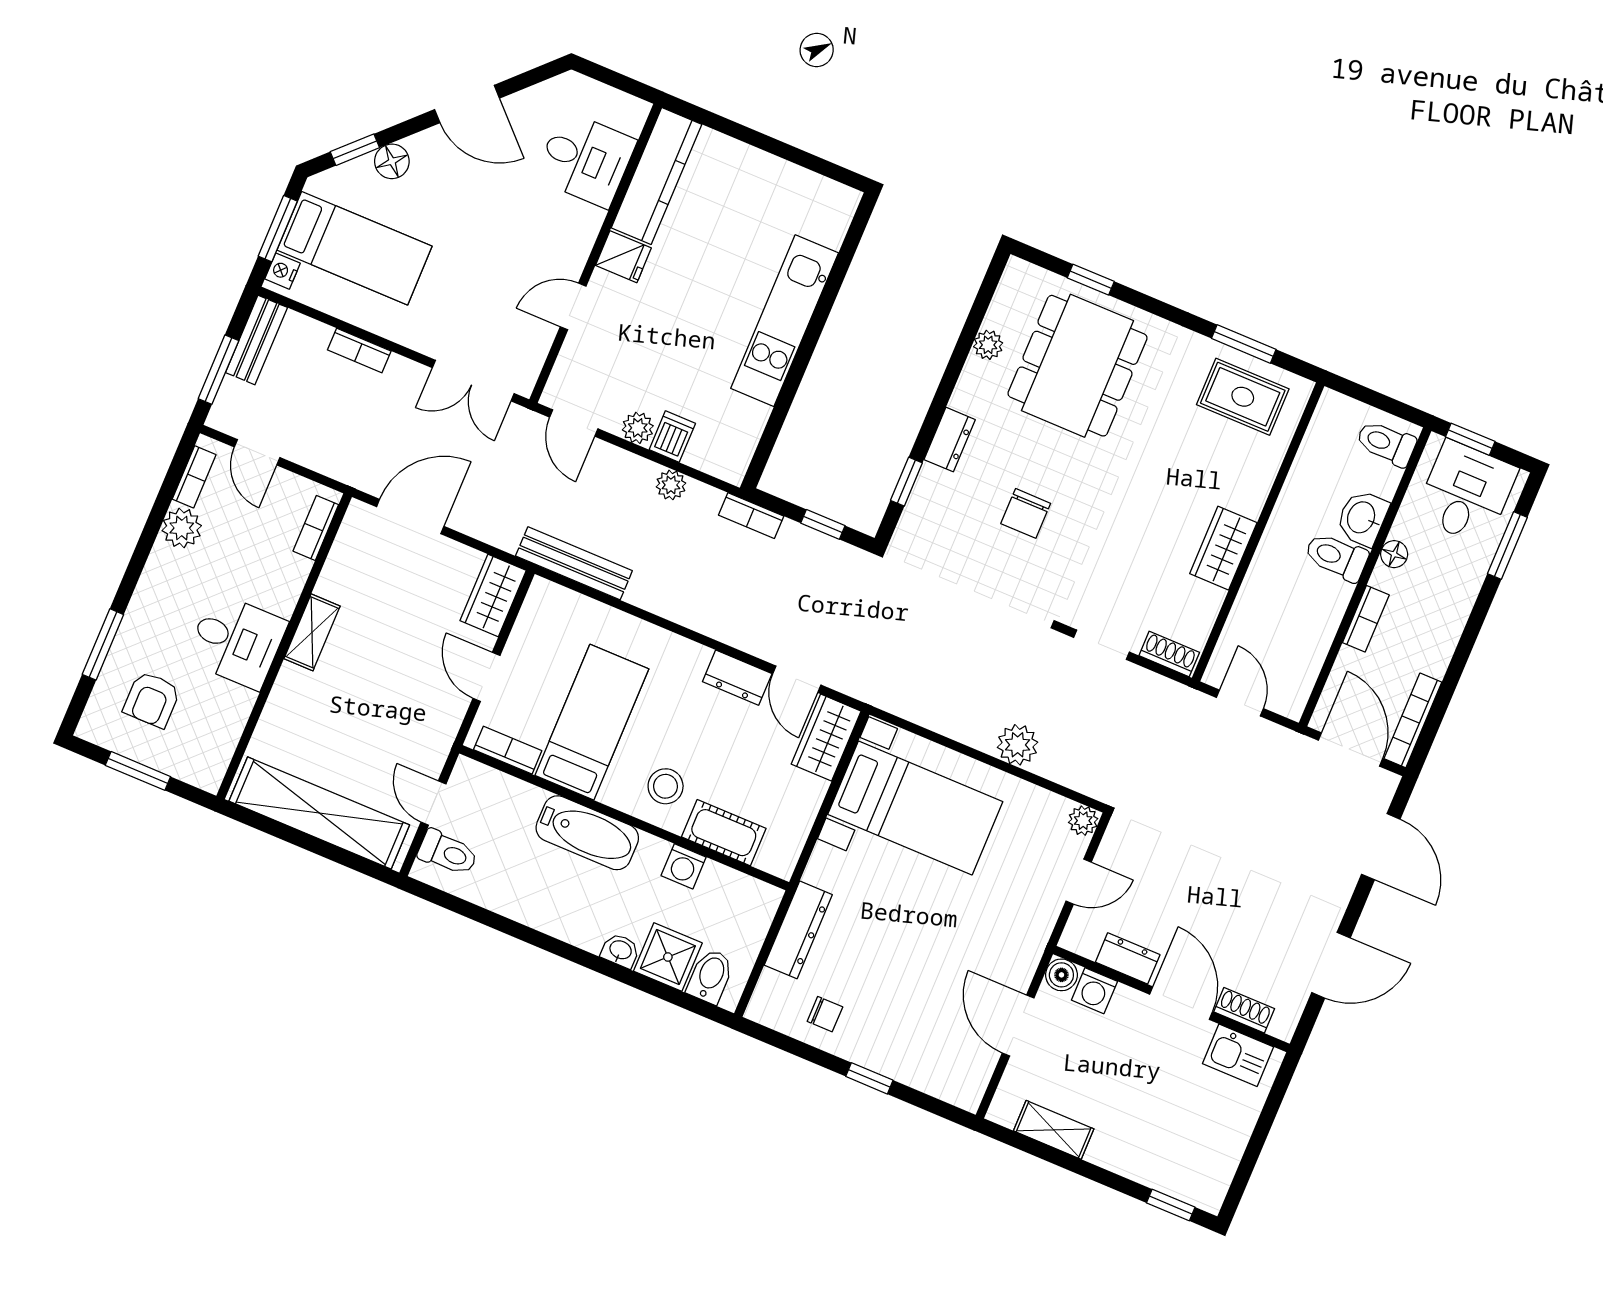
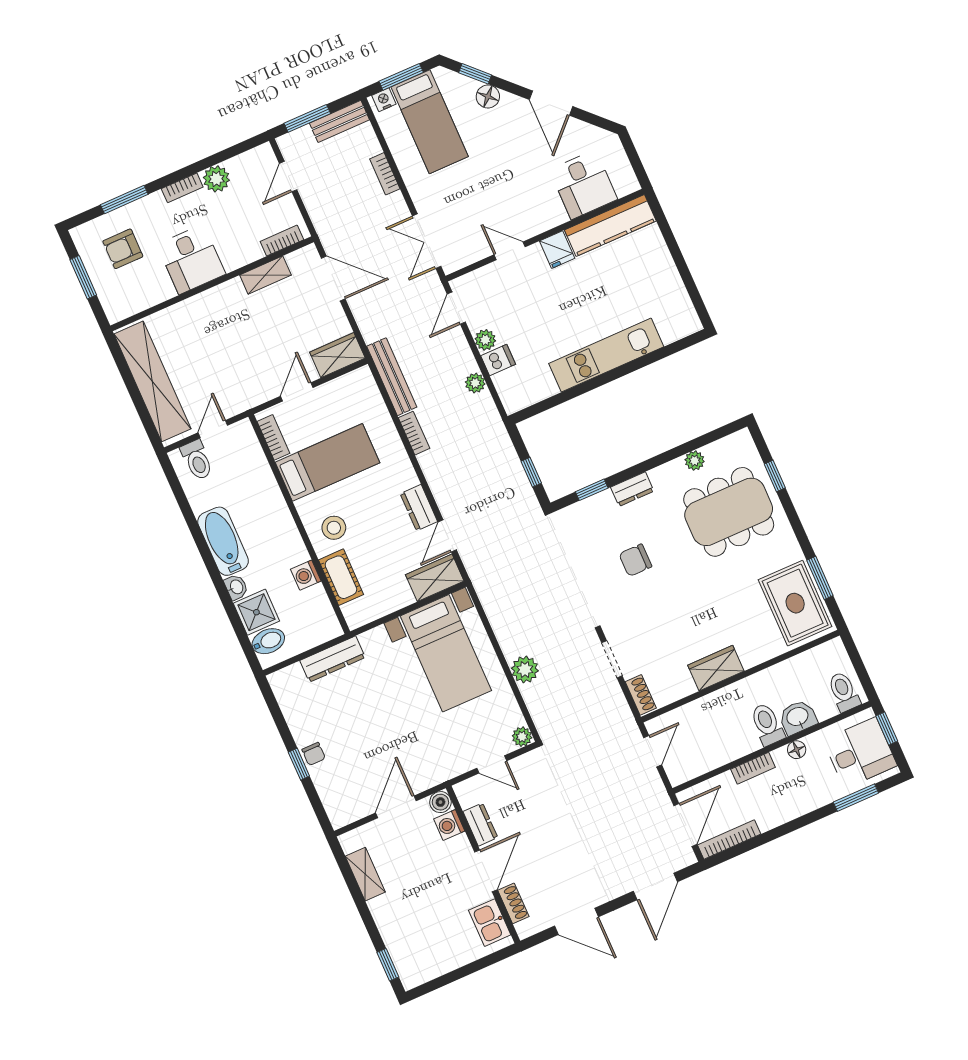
rug: (1243, 397) -> (795, 603), width x1.36, depth x1.43
bookcase: (194, 477) -> (182, 188), moved
bookcase: (751, 516) -> (414, 433), moved, turned 180
shelving: (312, 632) -> (265, 275), moved
bathtub: (587, 833) -> (223, 541), moved, turned 180
chair: (825, 1014) -> (314, 754), moved

